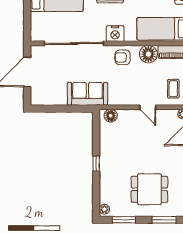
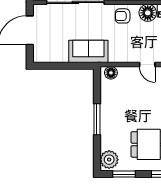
window: (96, 163) -> (97, 119), width x2.17
plant: (104, 209) -> (109, 160), width x1.88, depth x1.88

